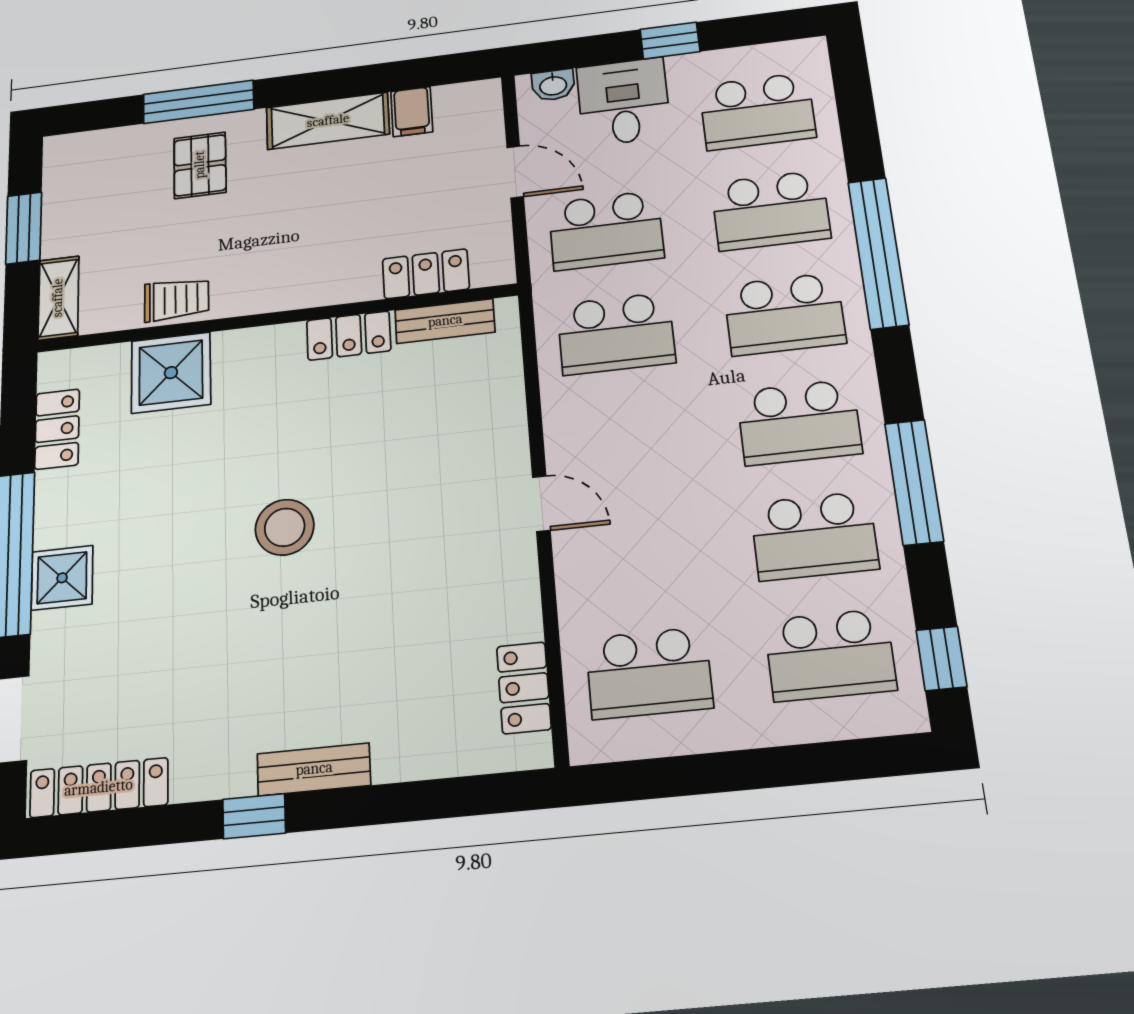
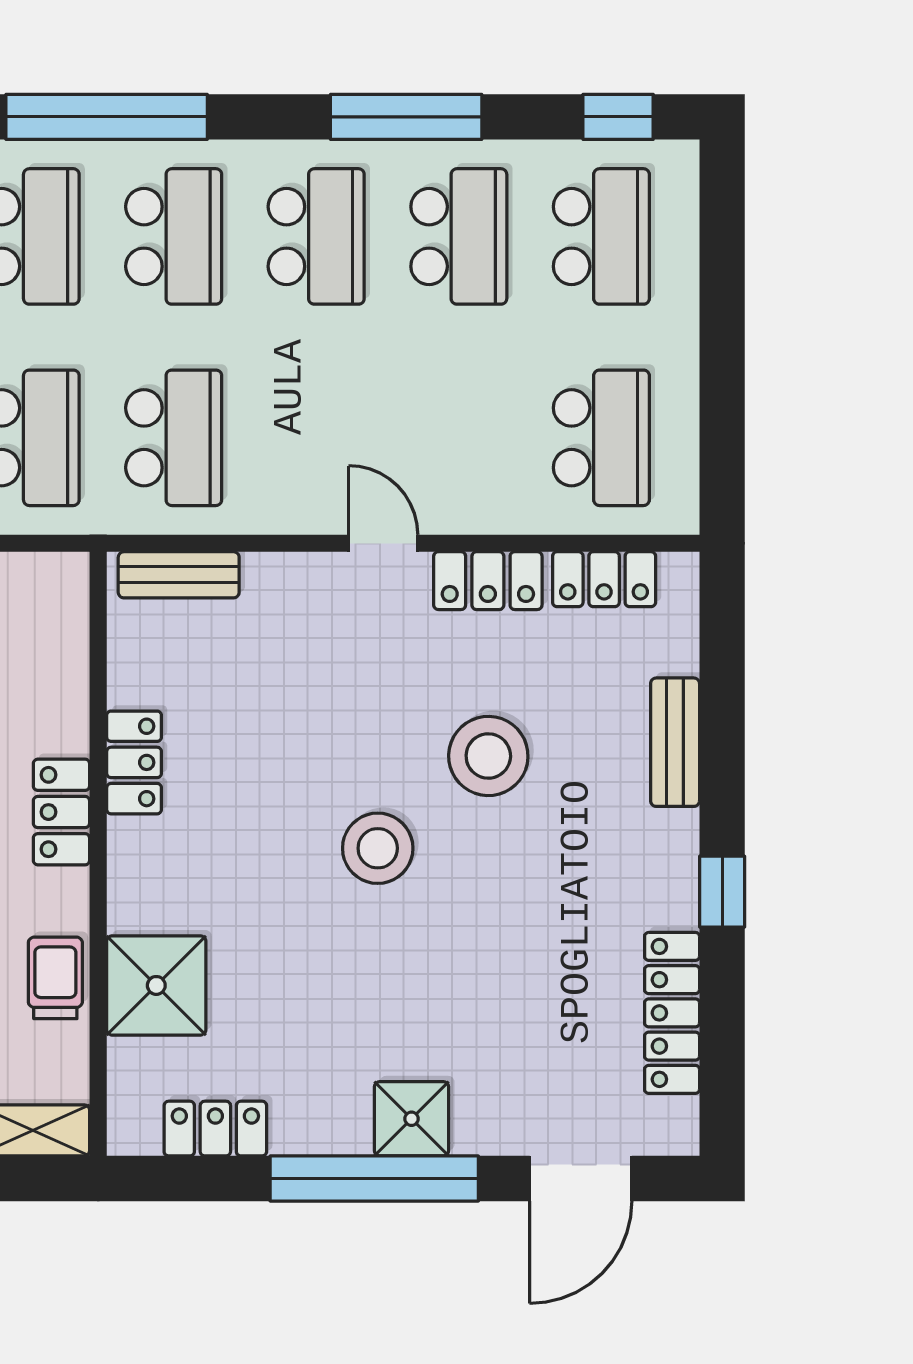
locker: (426, 274) -> (61, 812), moved
bench: (445, 321) -> (179, 575), moved, turned 90
door: (541, 504) -> (383, 543), hinge flipped
locker: (516, 591) -> (488, 581), added
stool: (365, 607) -> (488, 756), added
bench: (314, 769) -> (675, 742), moved
locker: (99, 788) -> (672, 1013), moved

